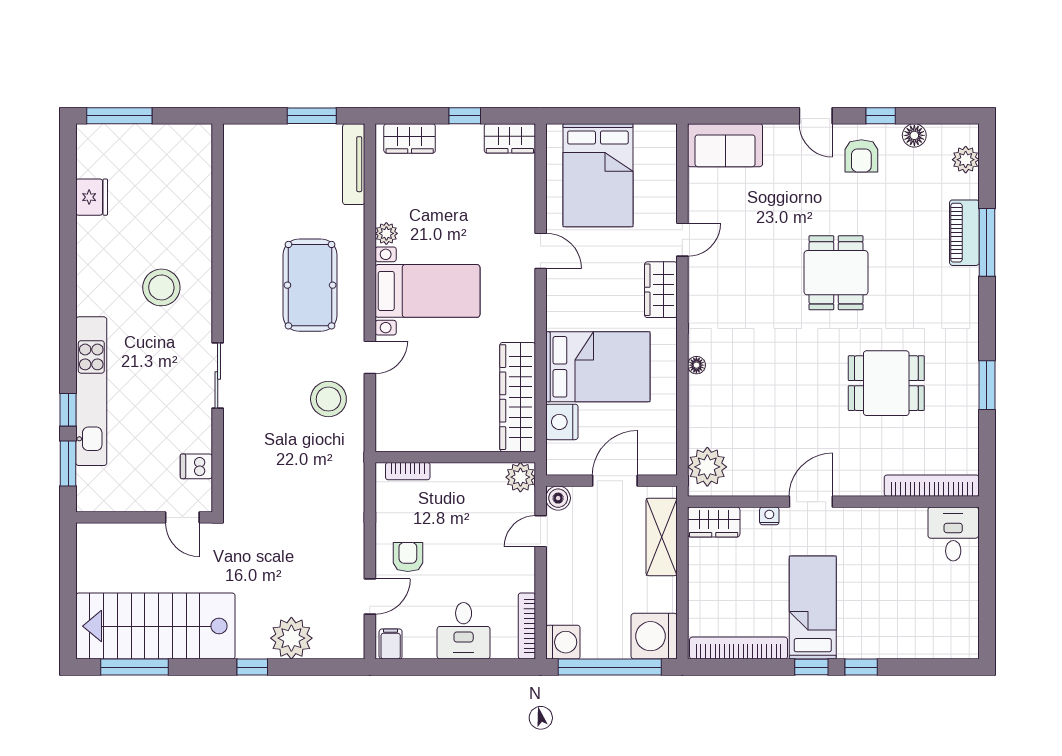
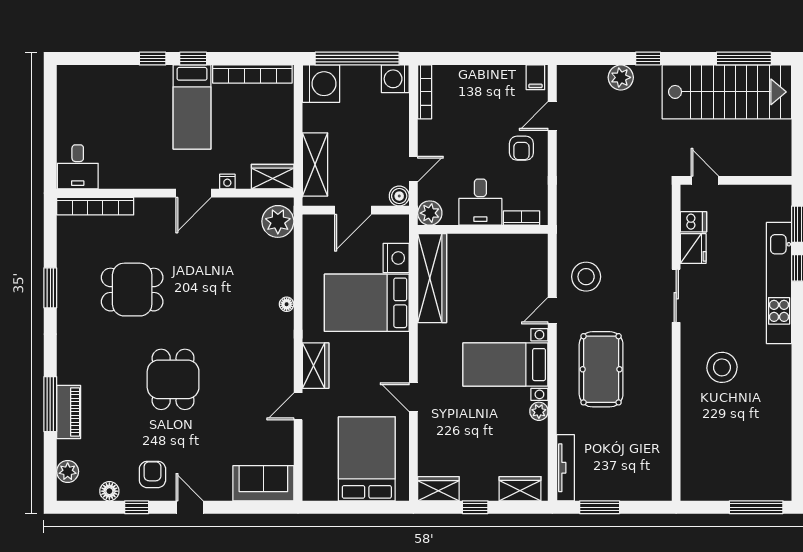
fridge: (92, 197) -> (693, 249), moved, turned 180
desk: (464, 631) -> (480, 202), moved, turned 180
plant: (291, 638) -> (621, 77), width x0.73, depth x0.73

